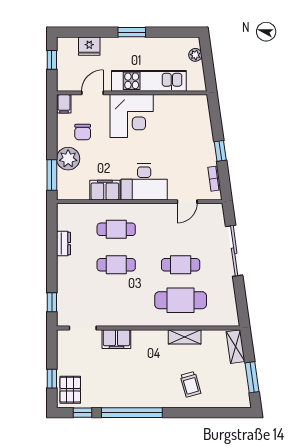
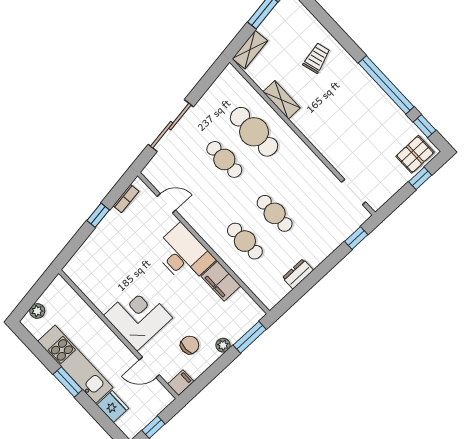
kitchen unit: (149, 81) -> (75, 364), moved, turned 180
plant: (68, 159) -> (223, 345), width x0.53, depth x0.53
filing cabinet: (116, 339) -> (337, 155), removed

